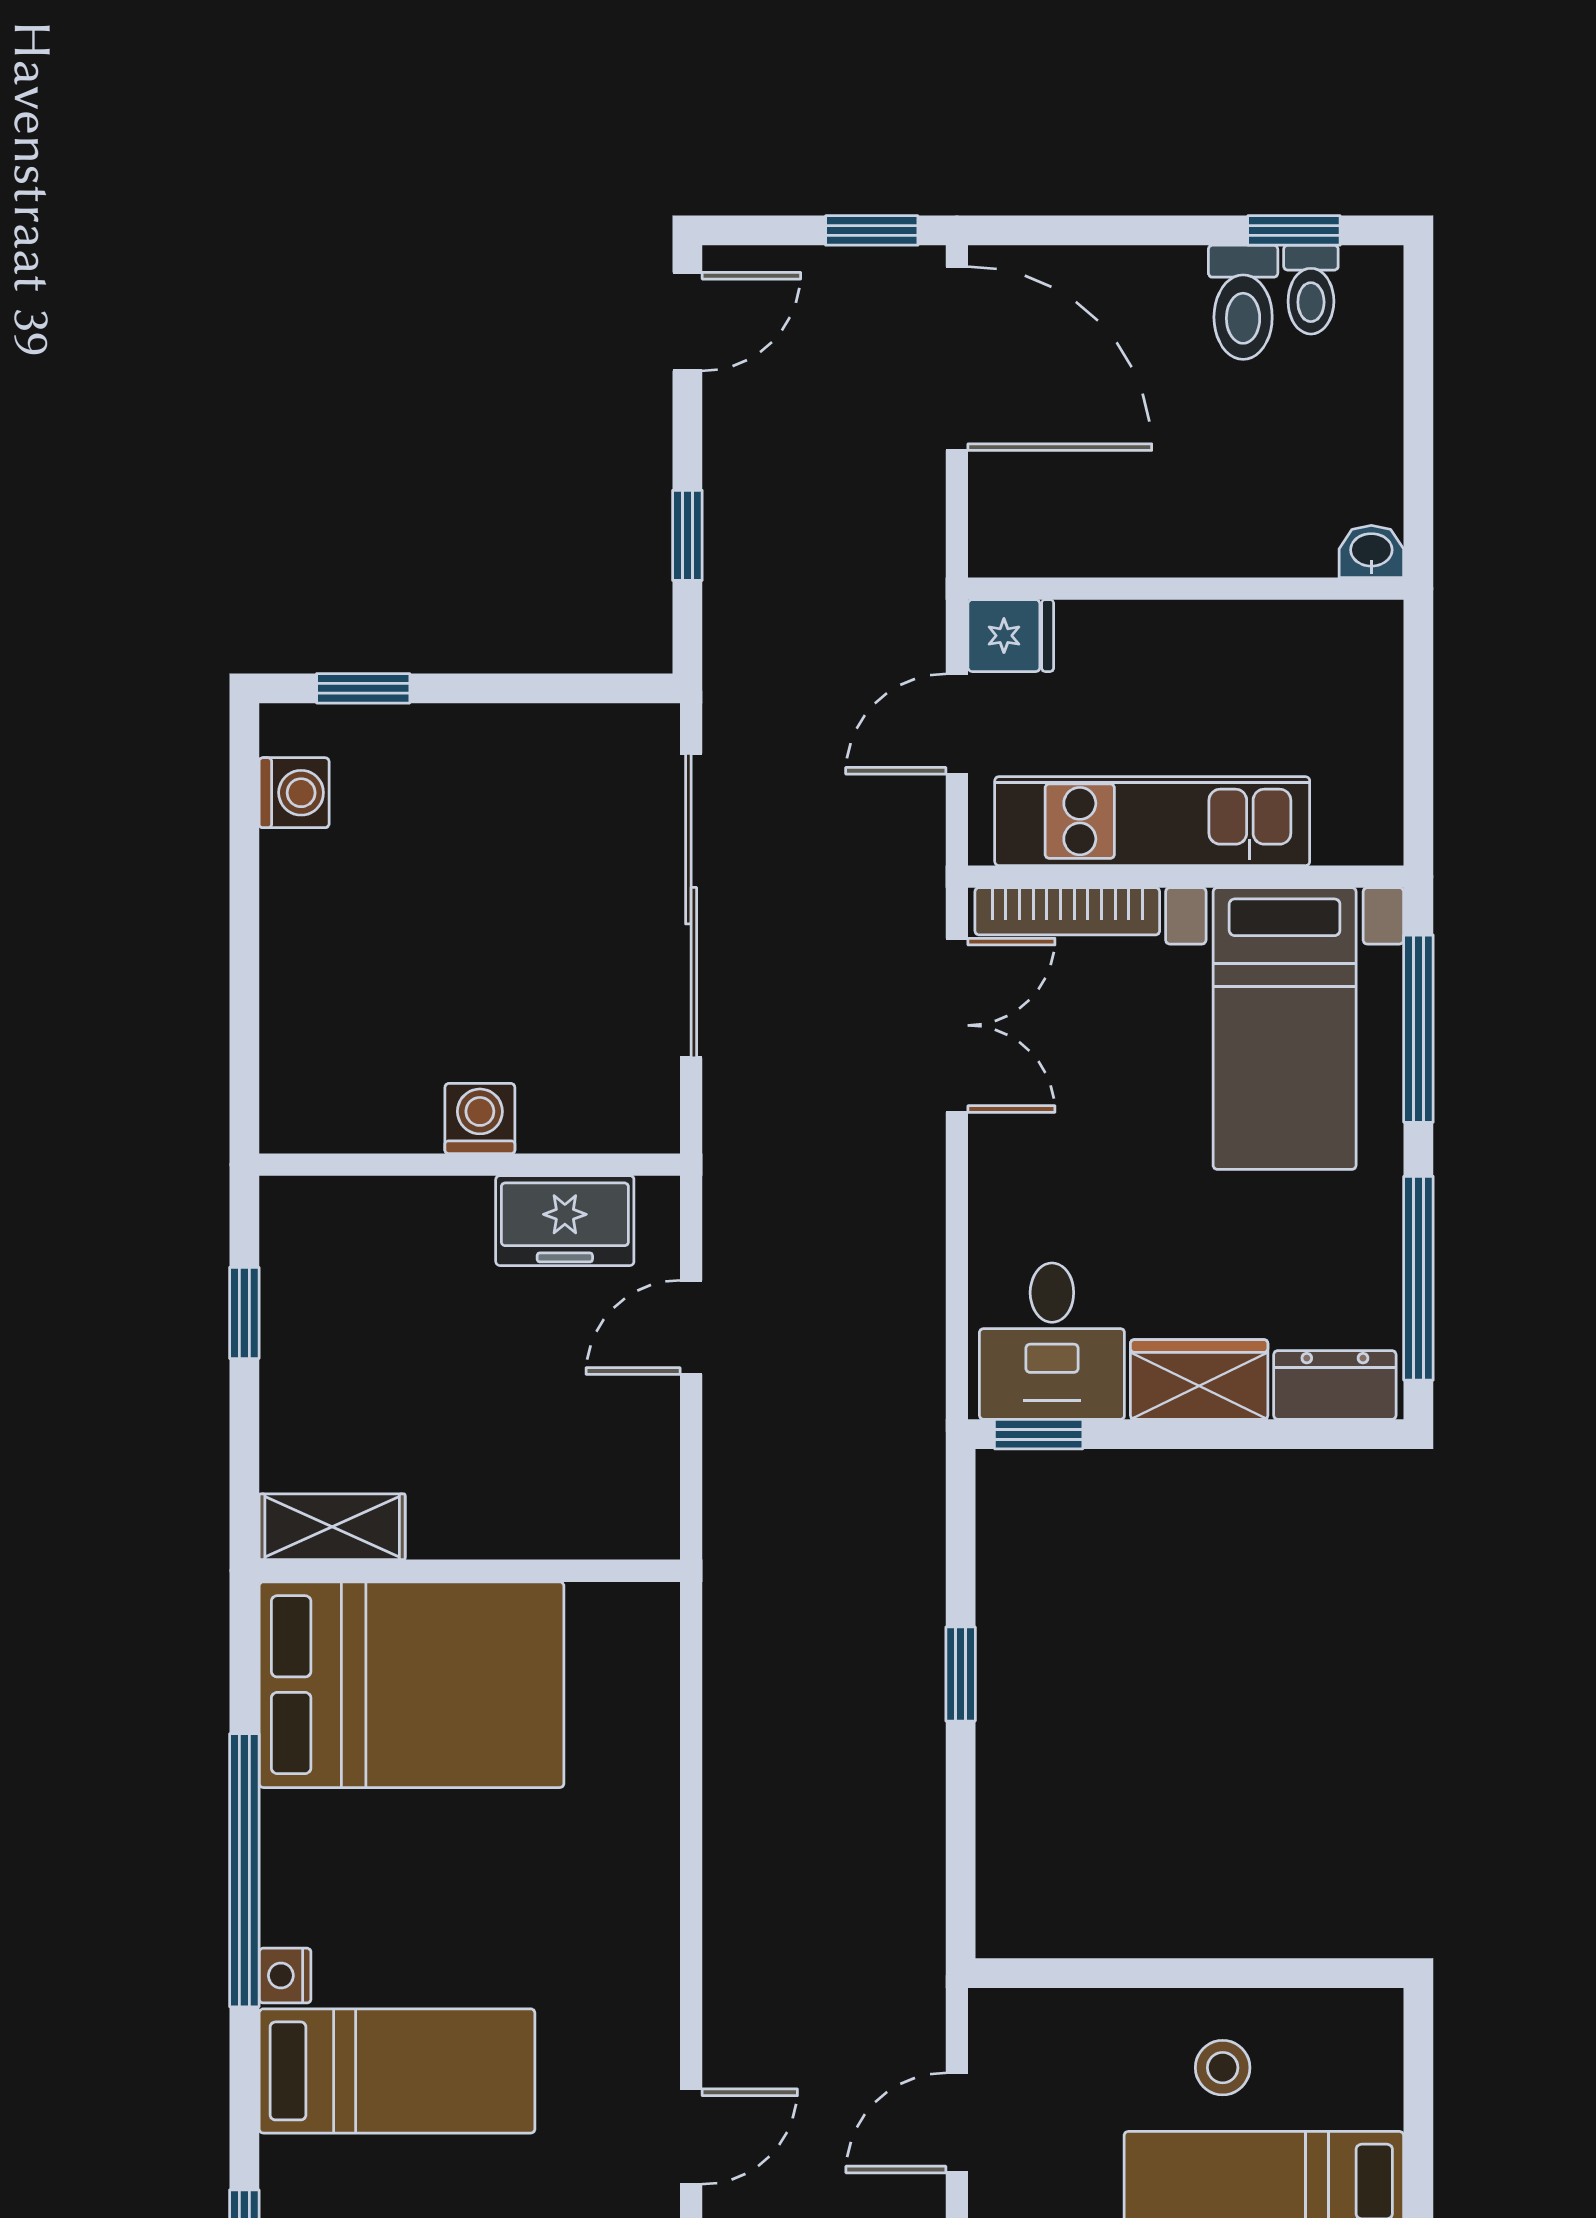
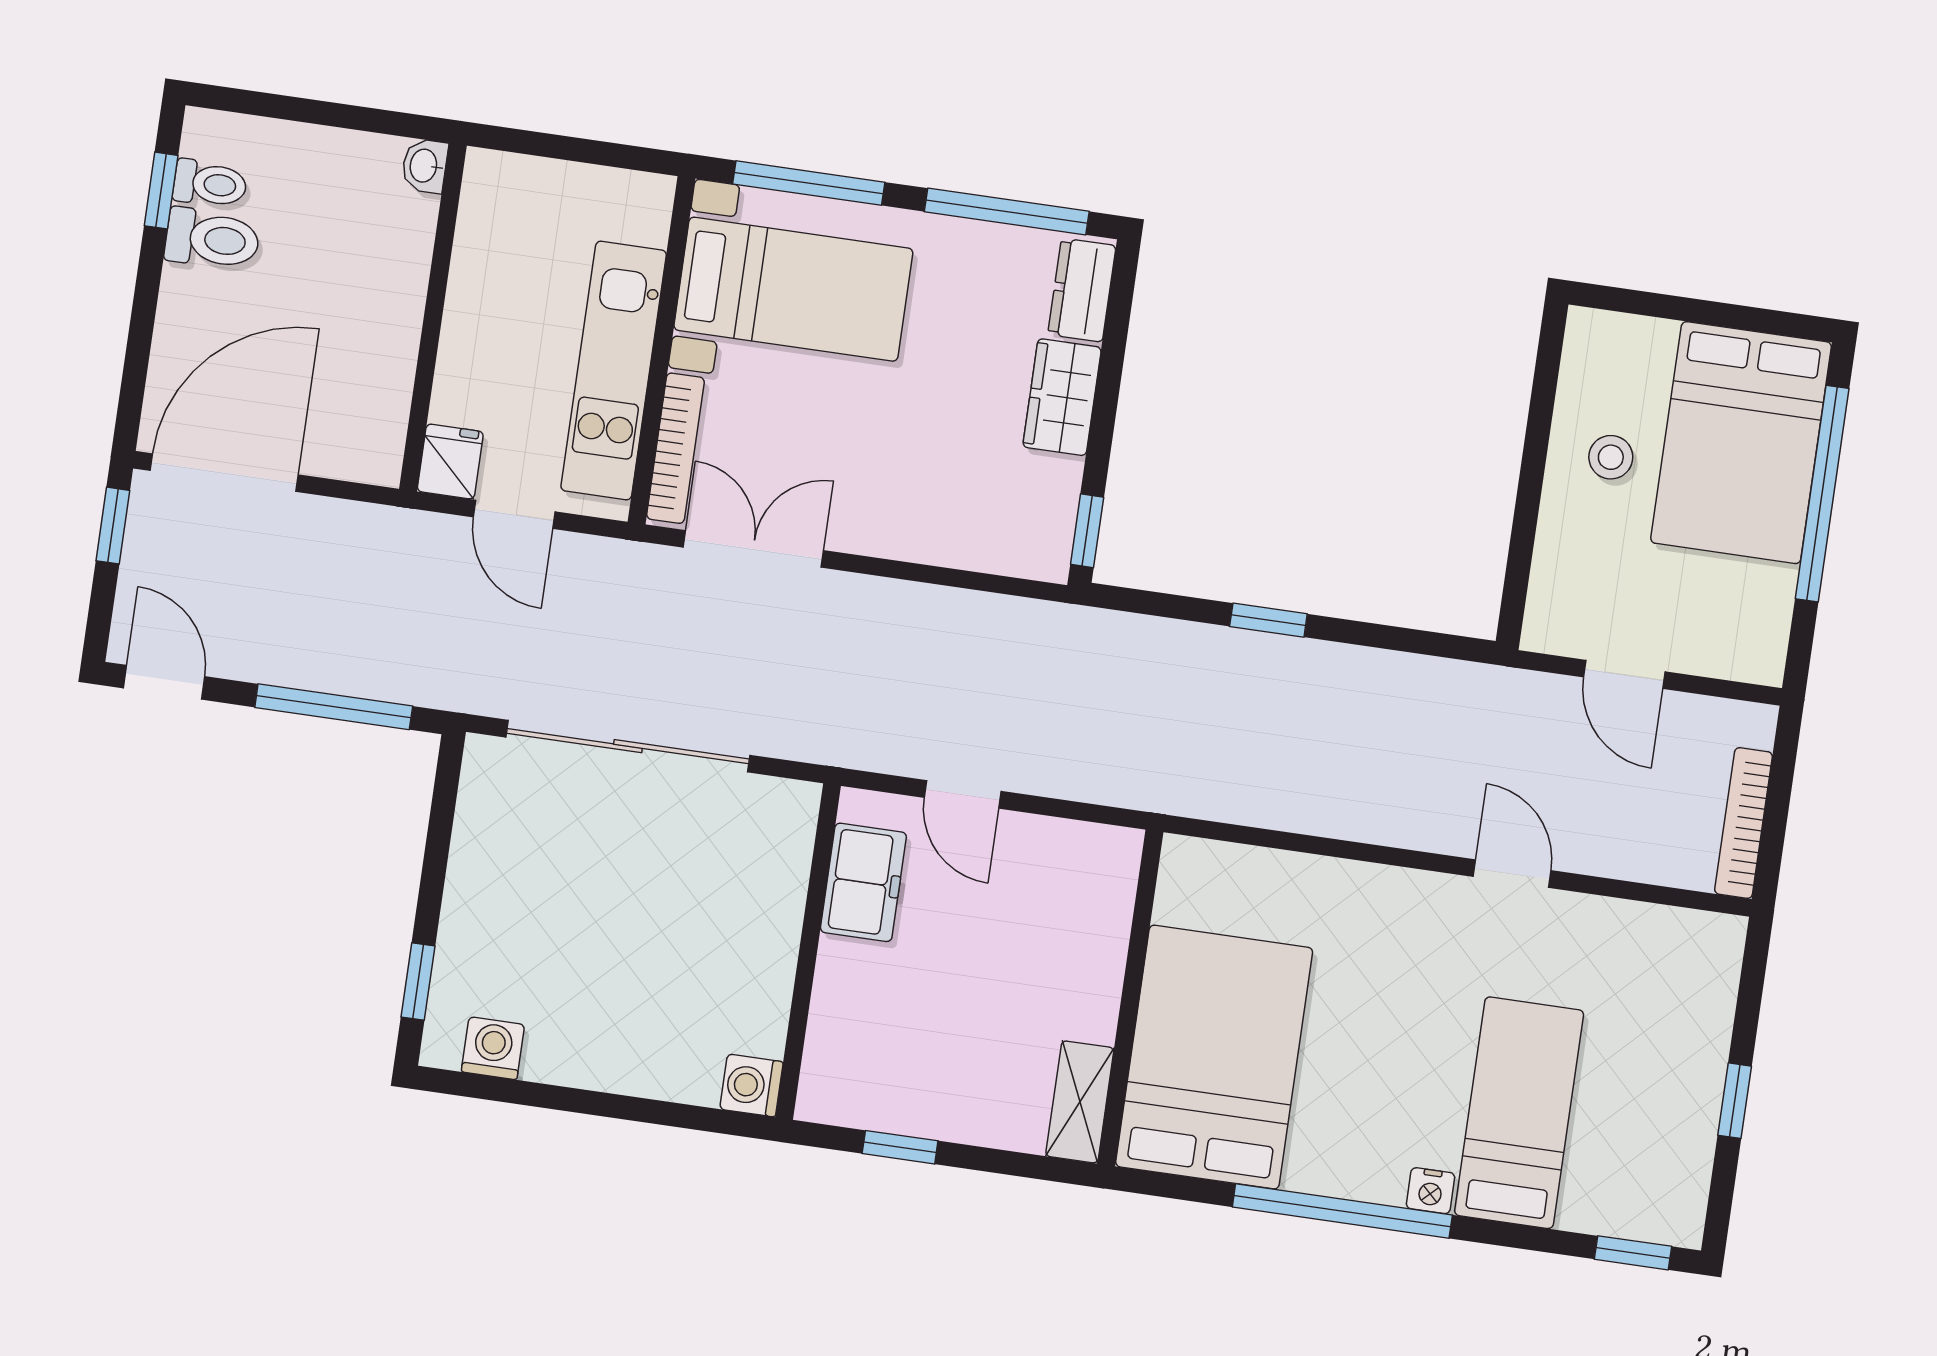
window: (687, 535) -> (334, 707), width x2.17
washing machine: (480, 1118) -> (751, 1085), moved
desk: (1052, 1341) -> (1015, 510), removed
door: (691, 2137) -> (1512, 874), moved

